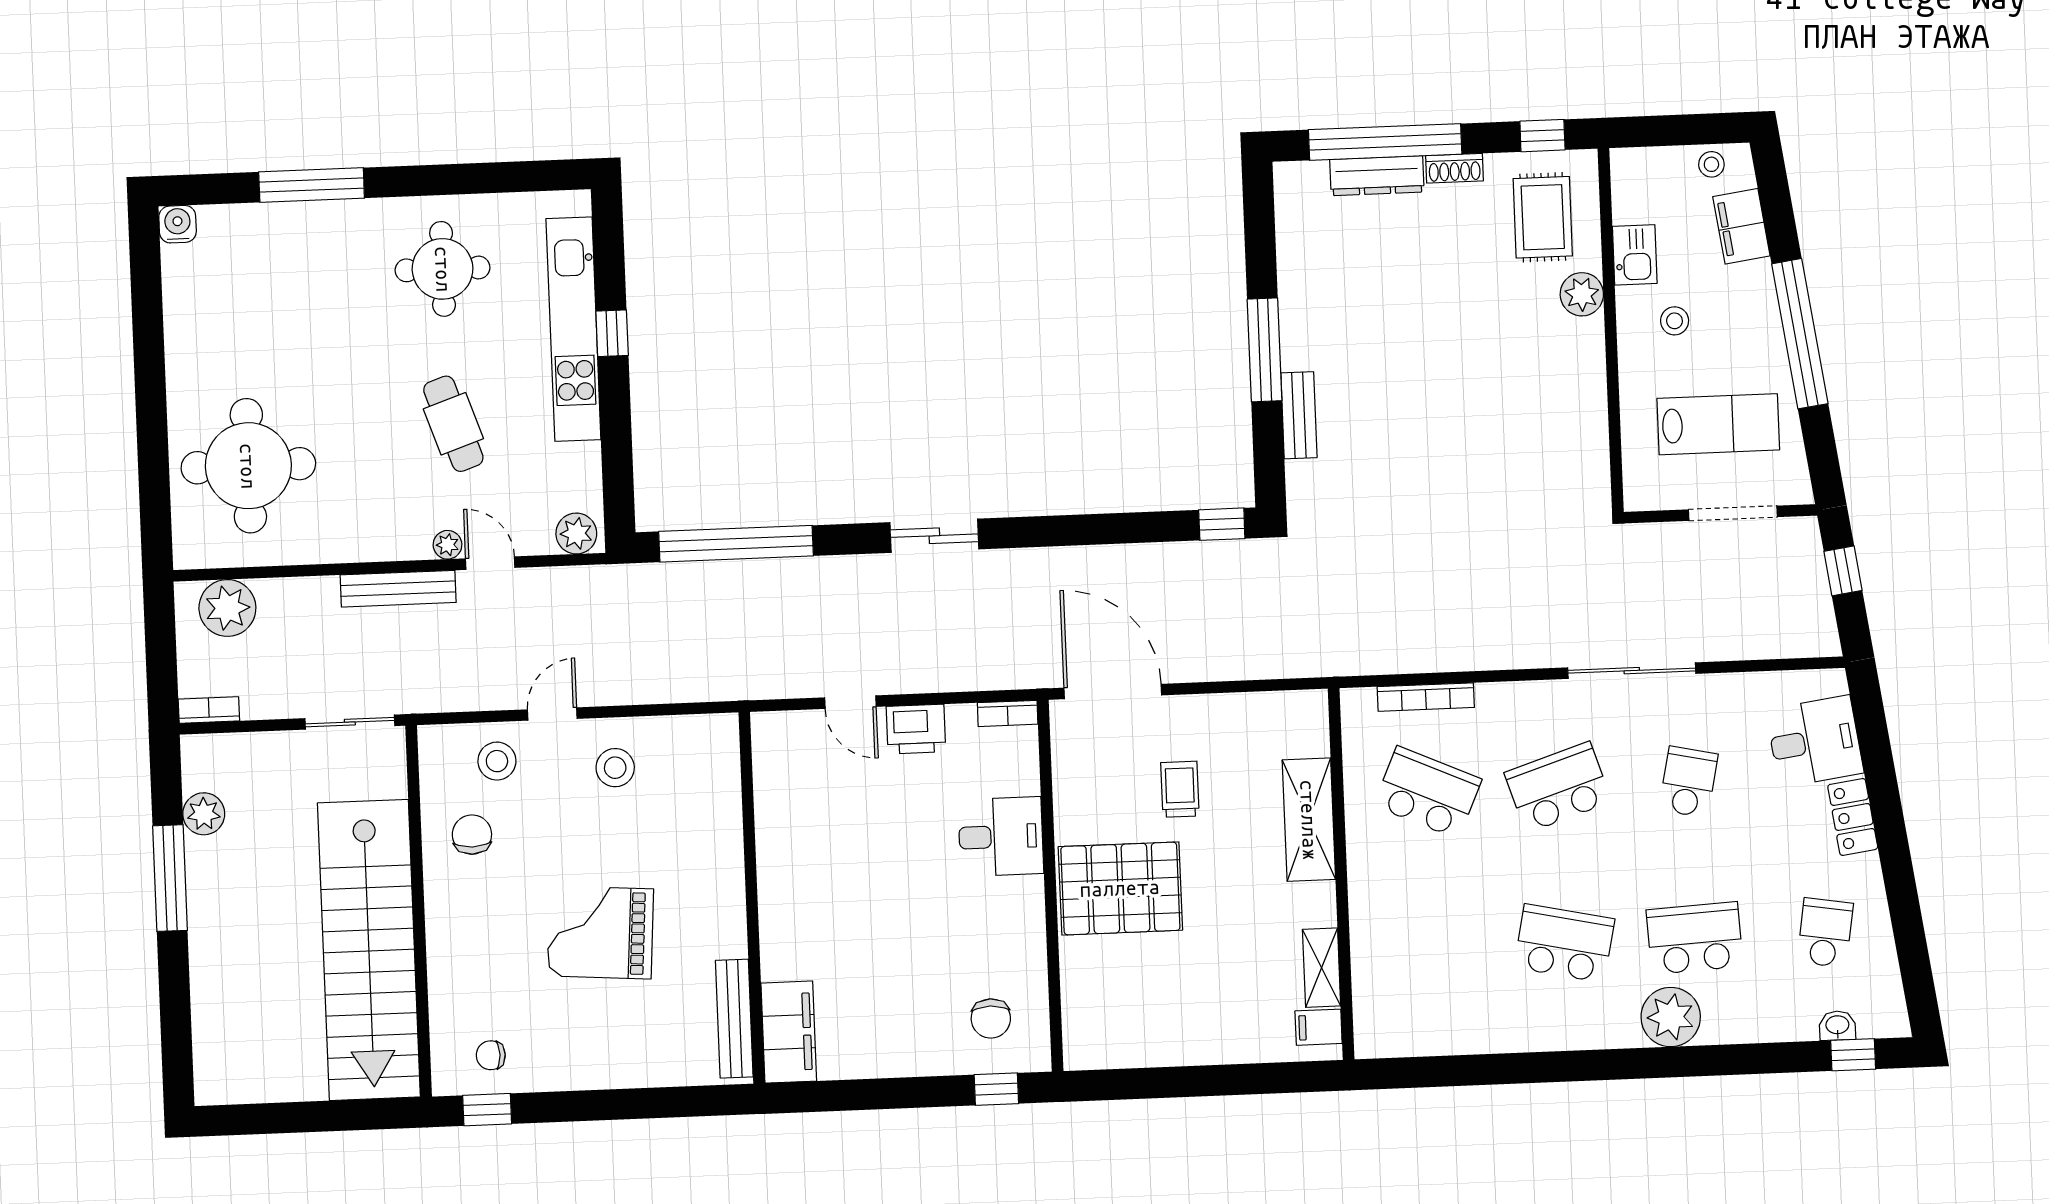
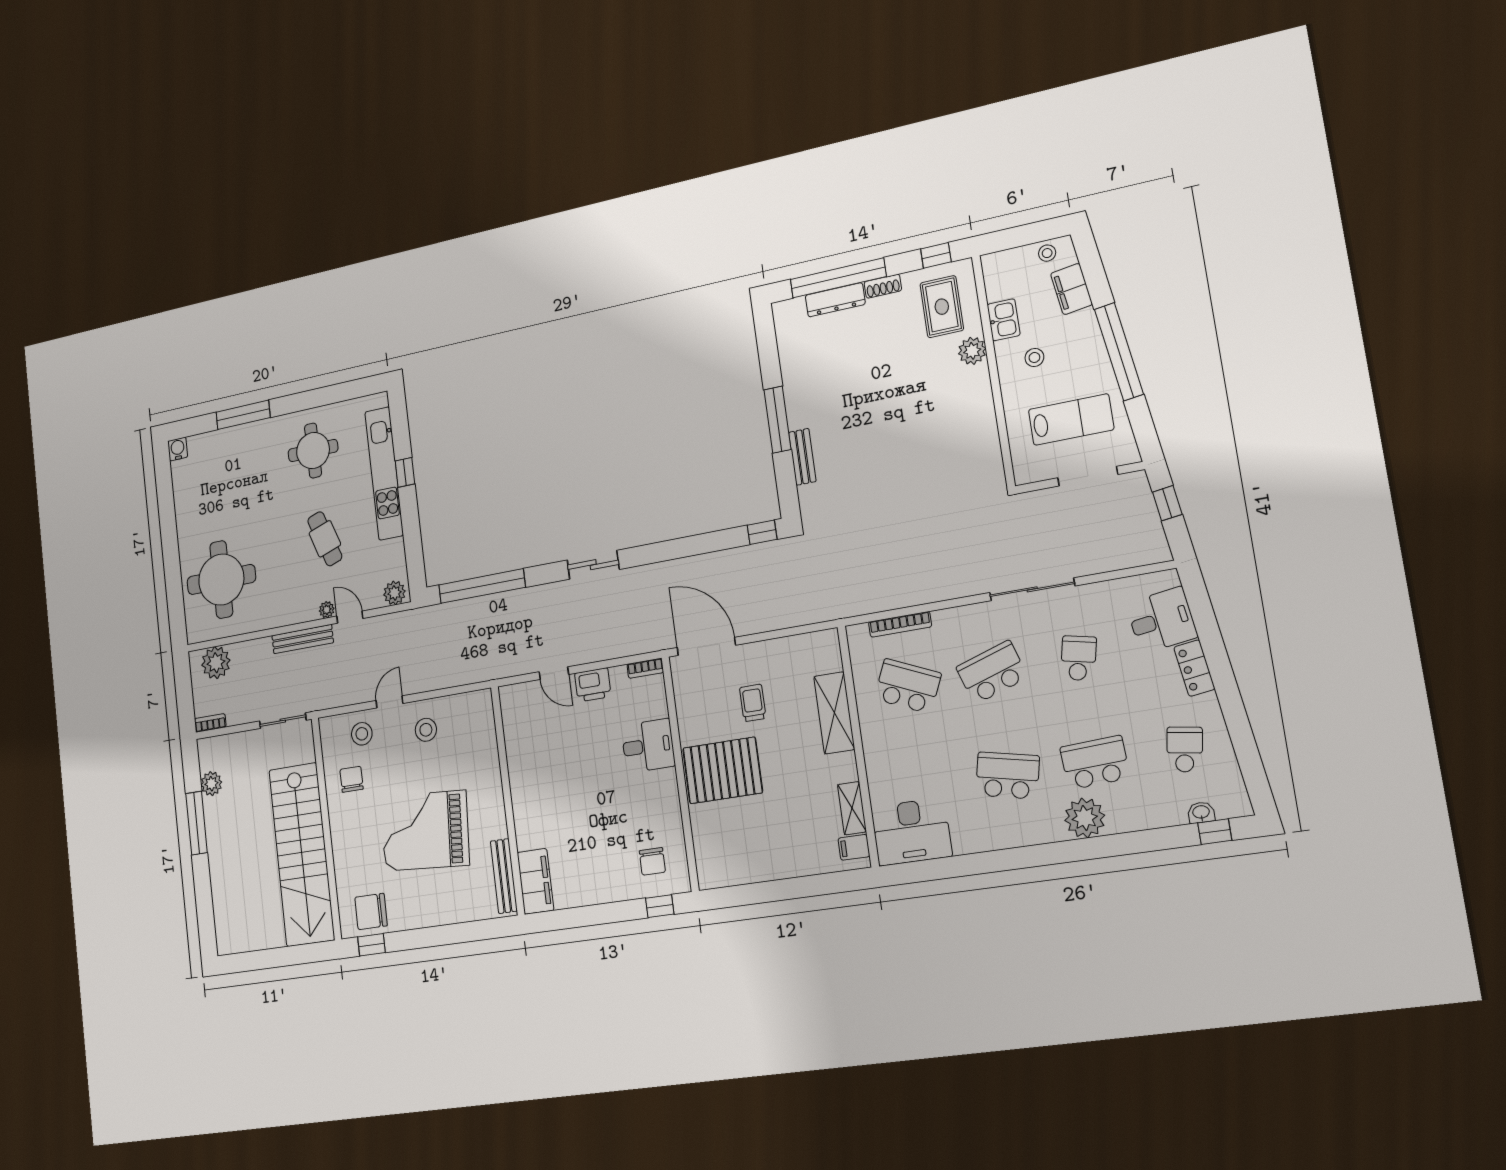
grand piano: (600, 933) -> (425, 831), width x1.37, depth x1.48
desk: (1410, 1012) -> (911, 832), added
chair: (491, 1055) -> (371, 911), width x1.87, depth x1.87

